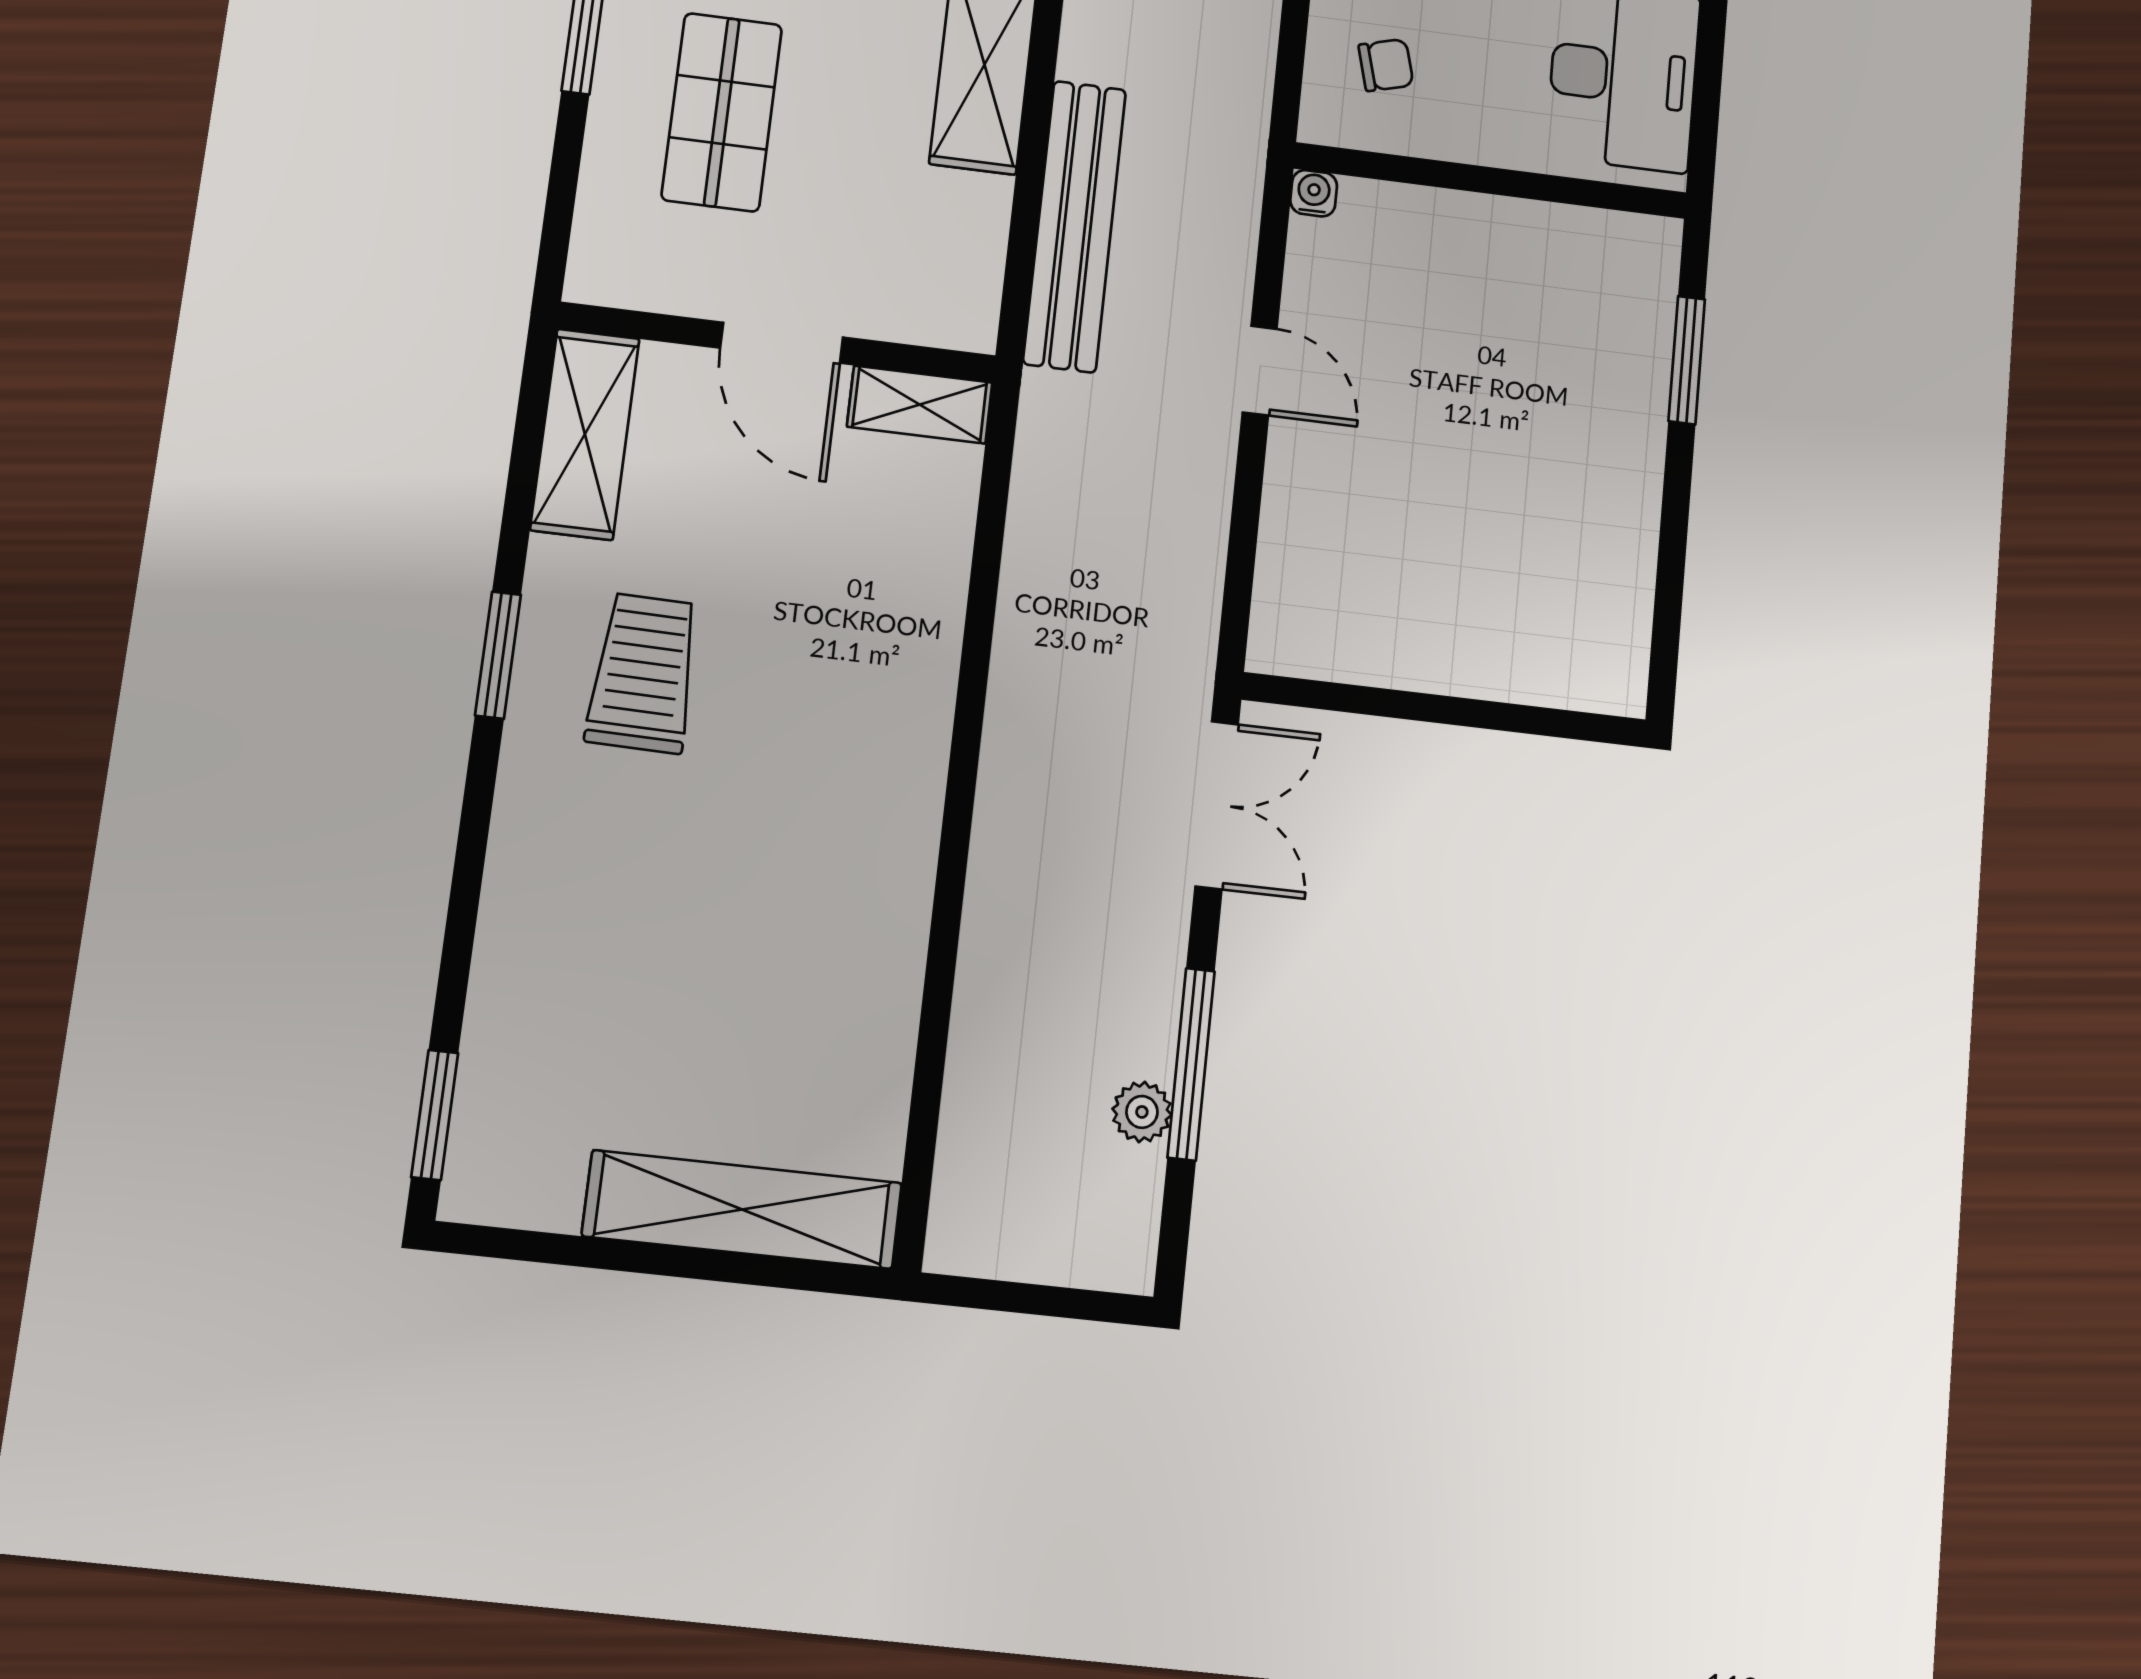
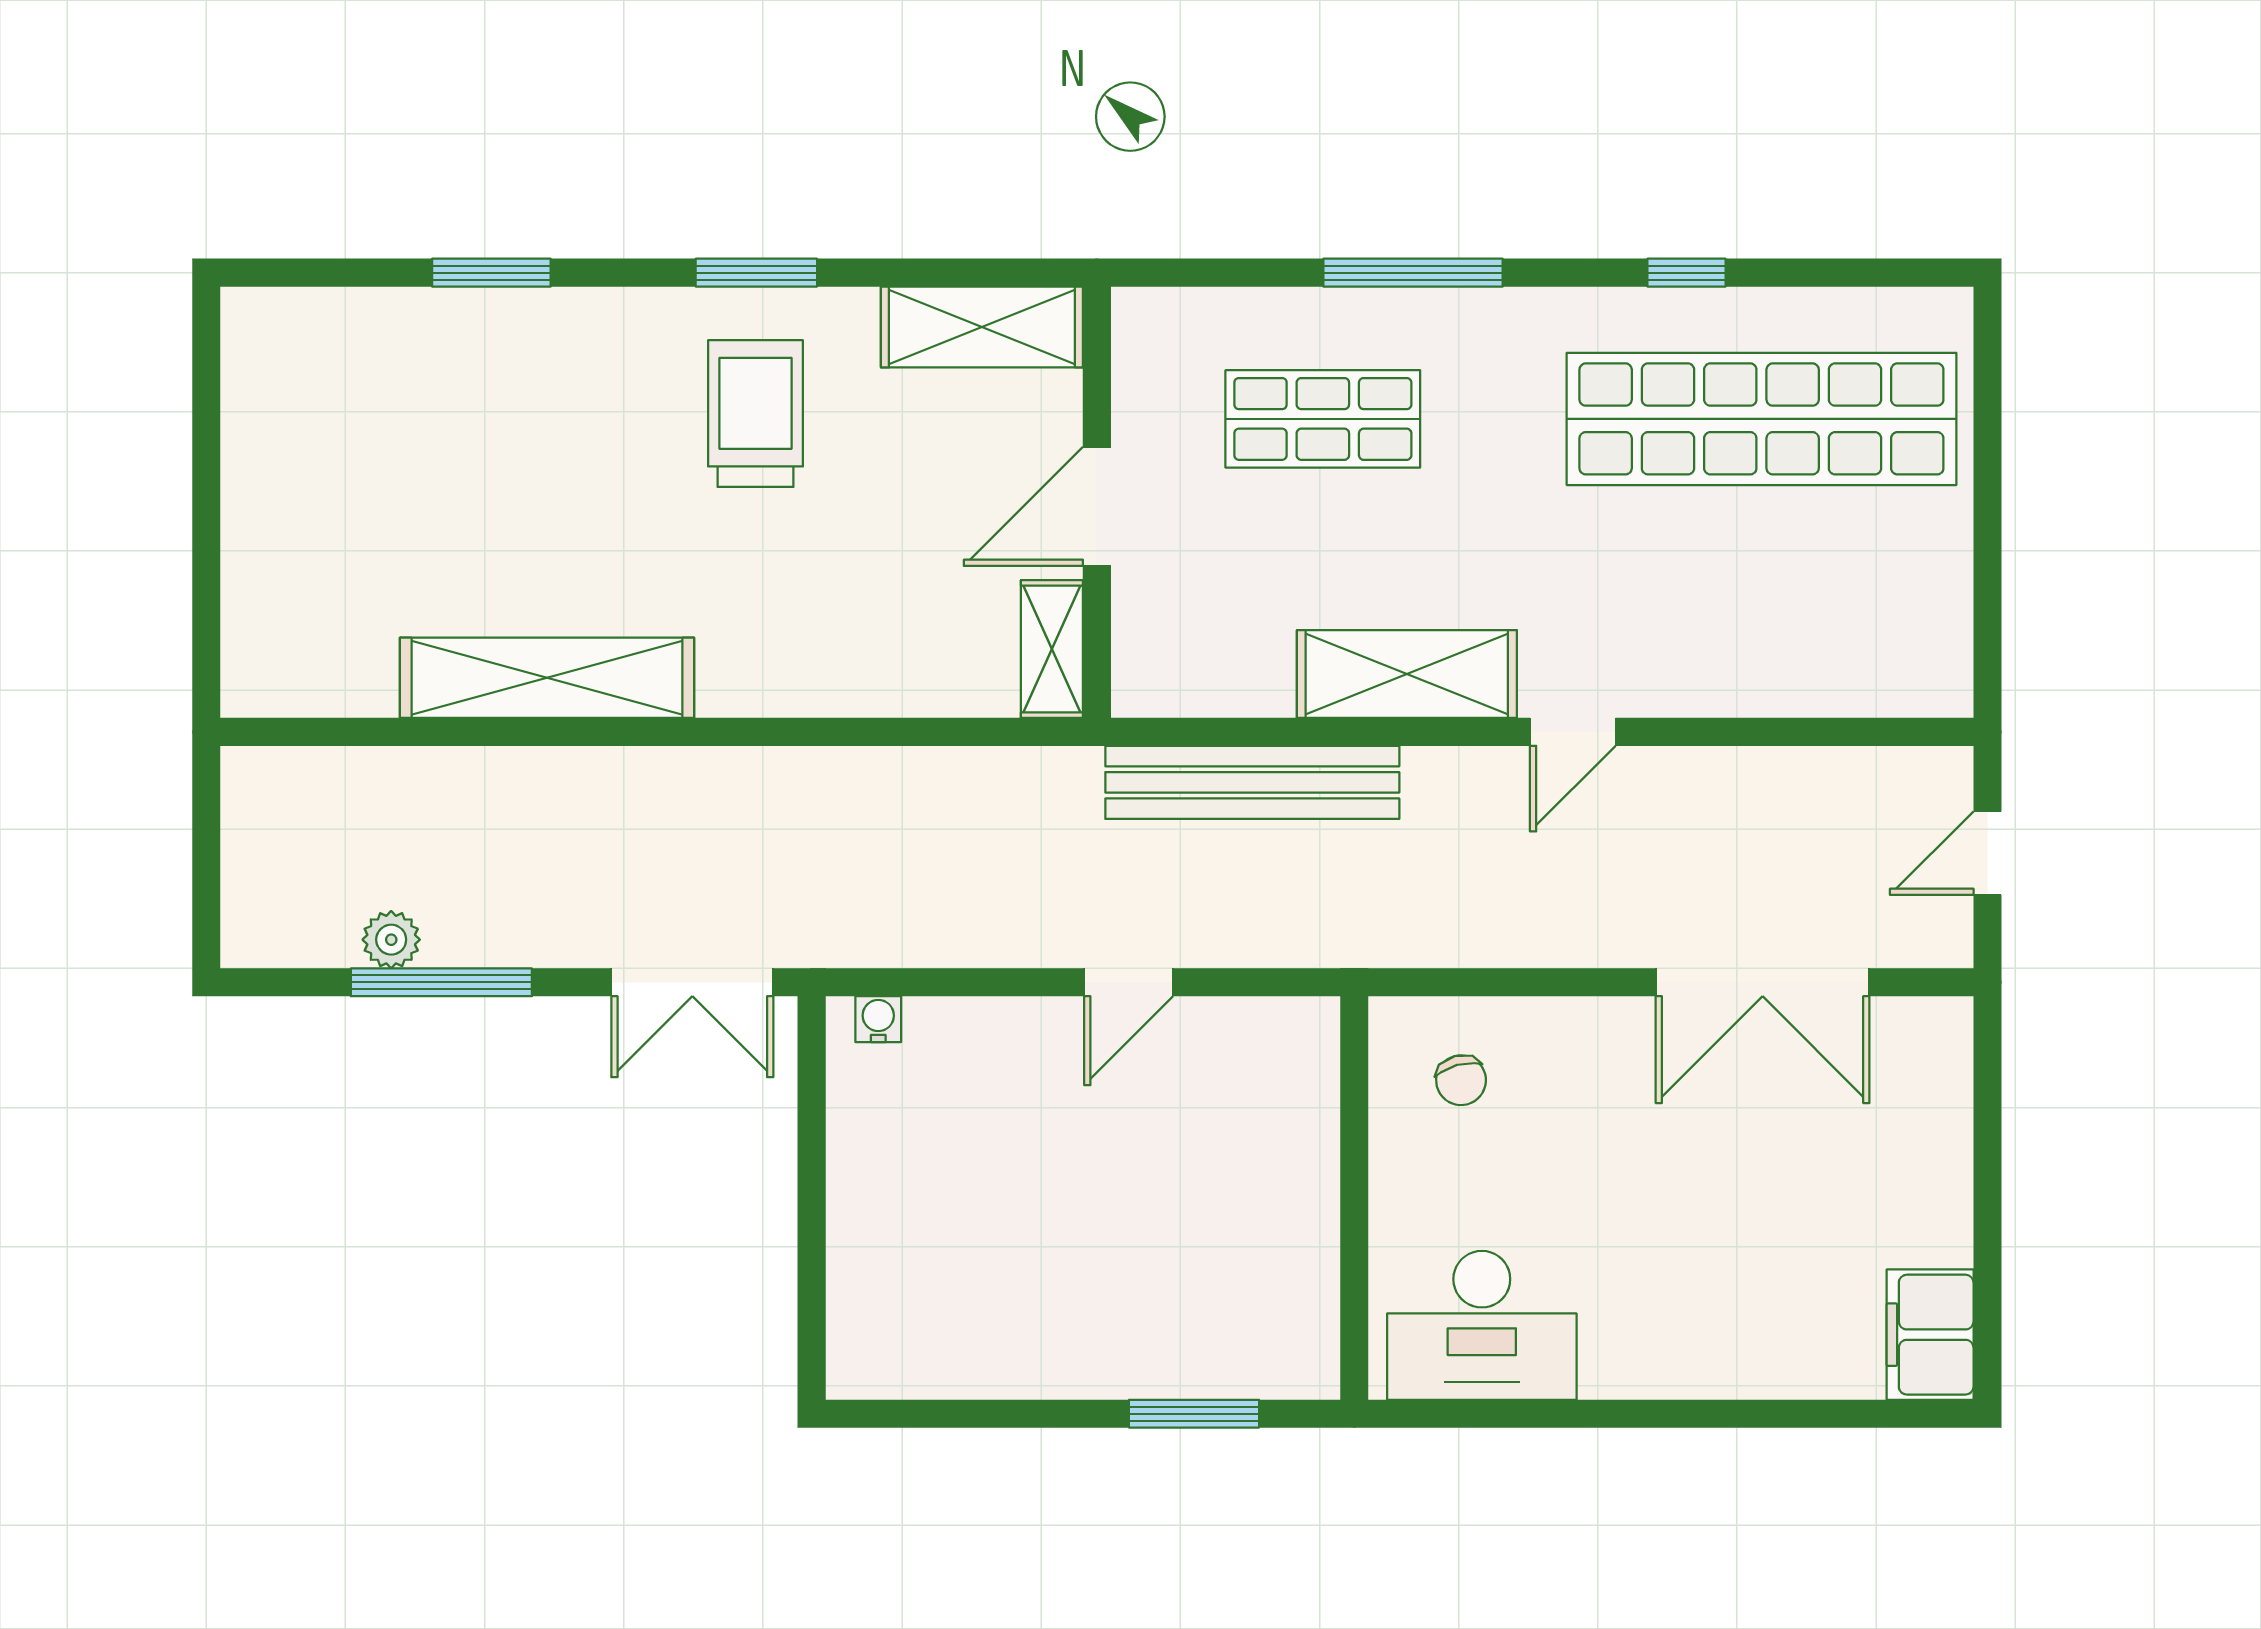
water cooler: (1314, 193) -> (878, 1019), moved, turned -90
trolley: (644, 673) -> (756, 414), turned -91
window: (435, 1115) -> (491, 273), moved
shelving: (742, 1210) -> (547, 678), moved, turned 90

